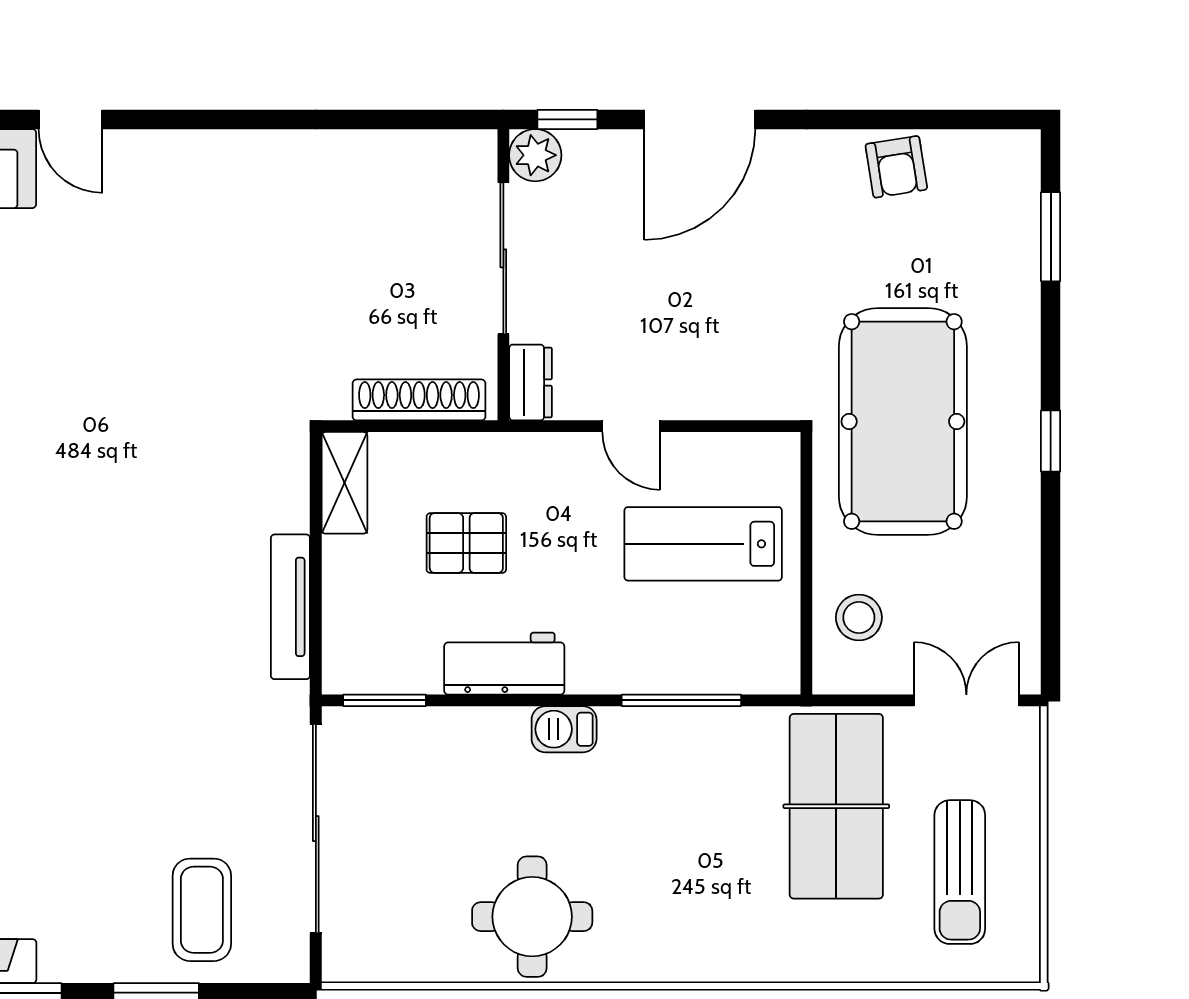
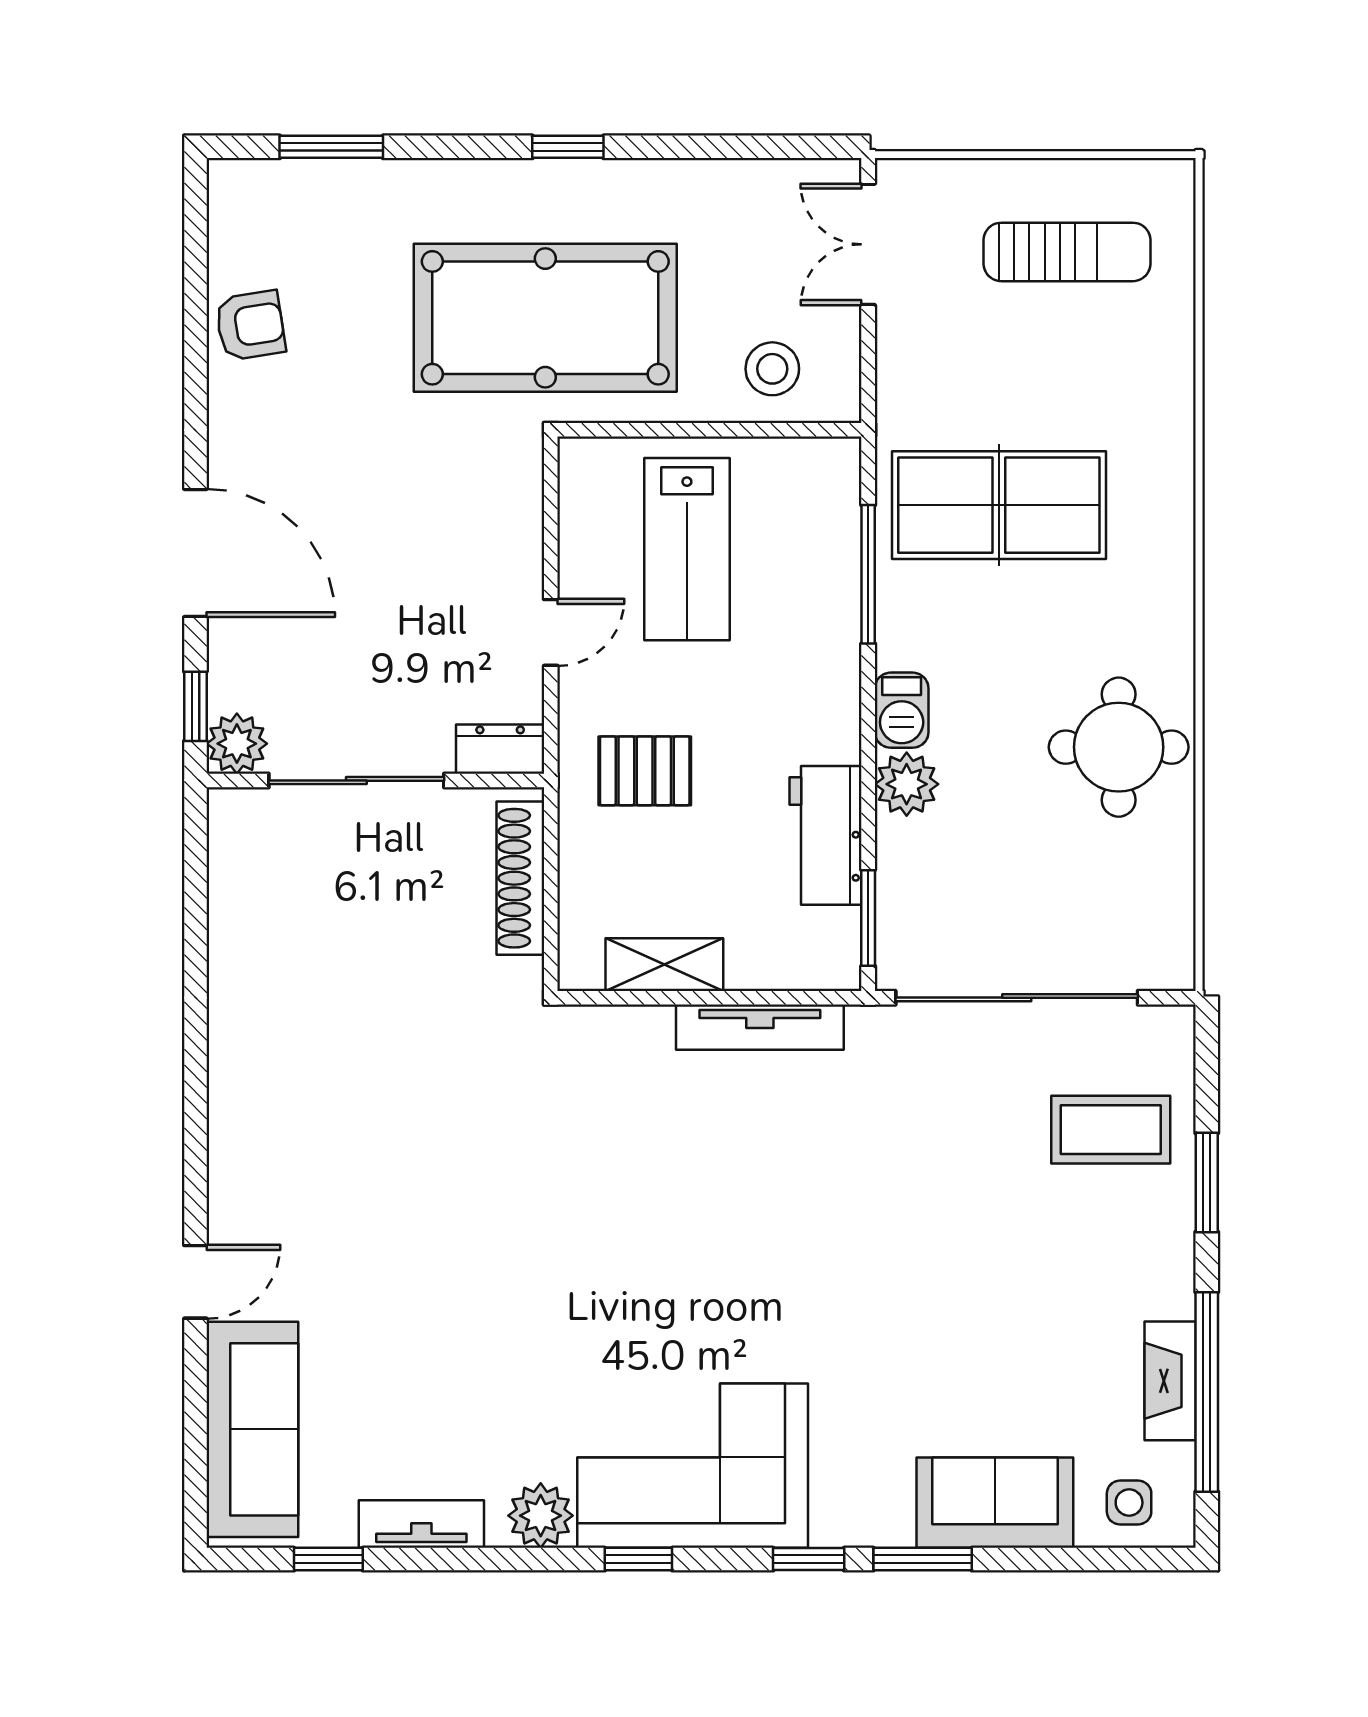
shelving: (344, 483) -> (664, 965), moved
pallet: (466, 543) -> (645, 771), moved, turned 90
workbench: (504, 664) -> (826, 835), moved
plant: (500, 733) -> (907, 784), added
table tennis table: (836, 806) -> (999, 505), moved

